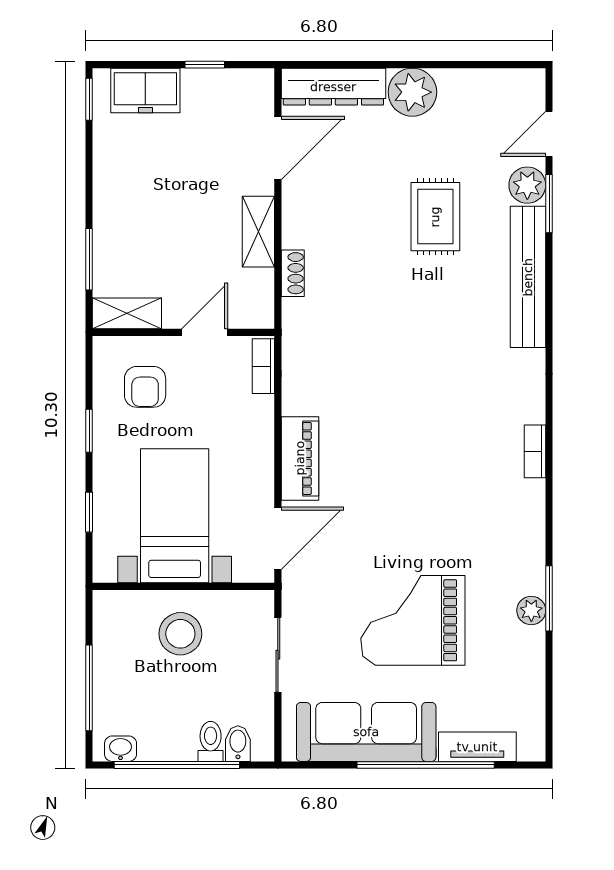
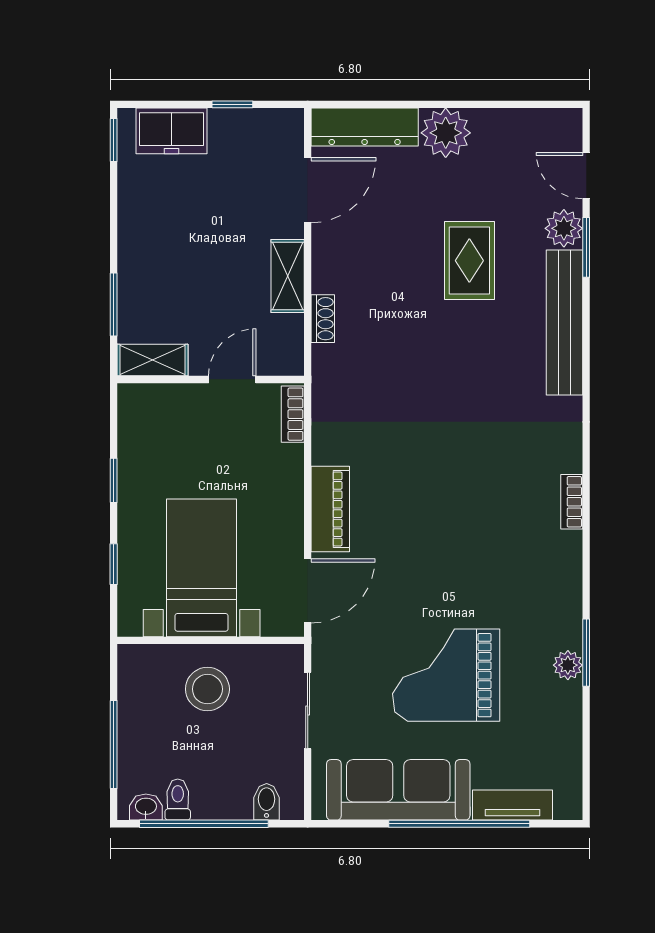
door: (549, 134) -> (586, 176), hinge flipped
armchair: (145, 387) -> (171, 435), removed
toilet: (211, 741) -> (178, 800), moved

